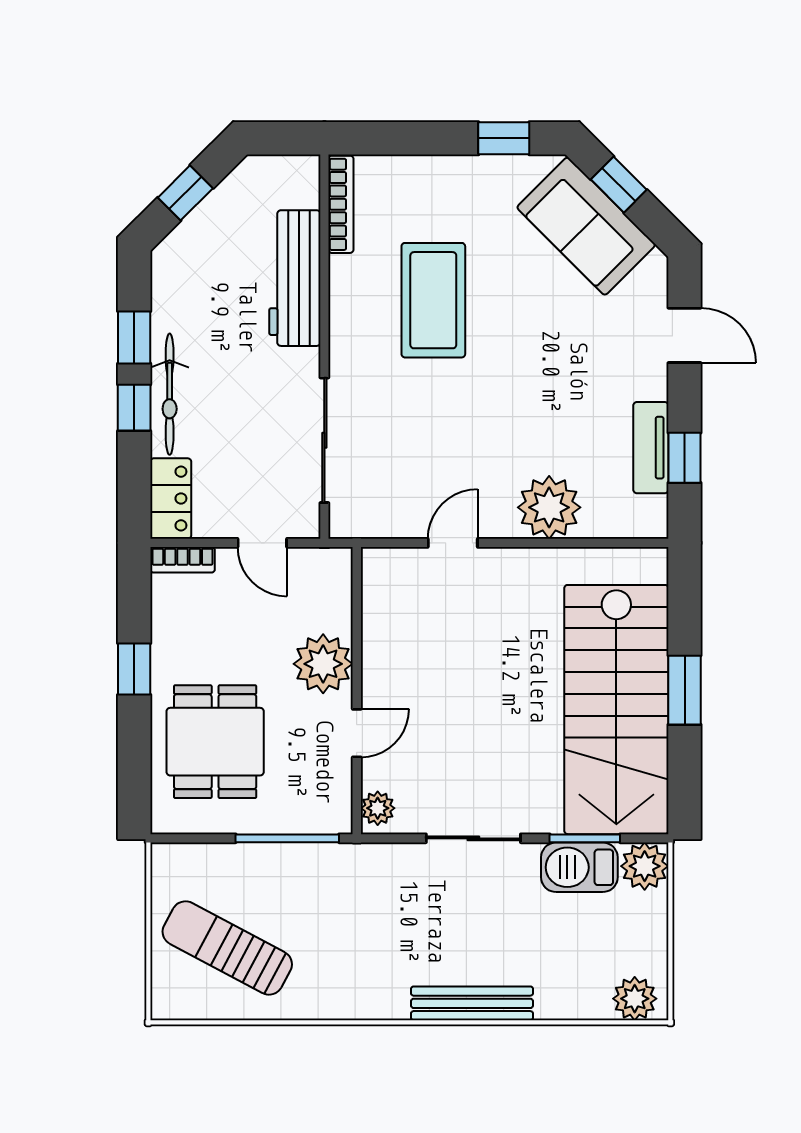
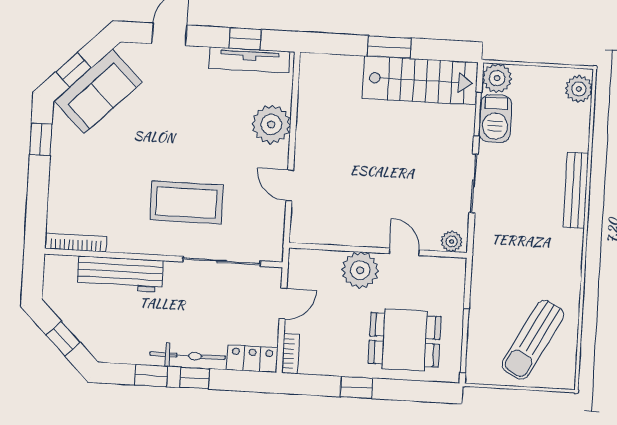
coffee table: (433, 300) -> (186, 202), moved
tv unit: (651, 448) -> (249, 60), width x1.41
stairs: (616, 710) -> (420, 80), width x0.73, depth x0.66
window: (287, 838) -> (465, 341), moved

